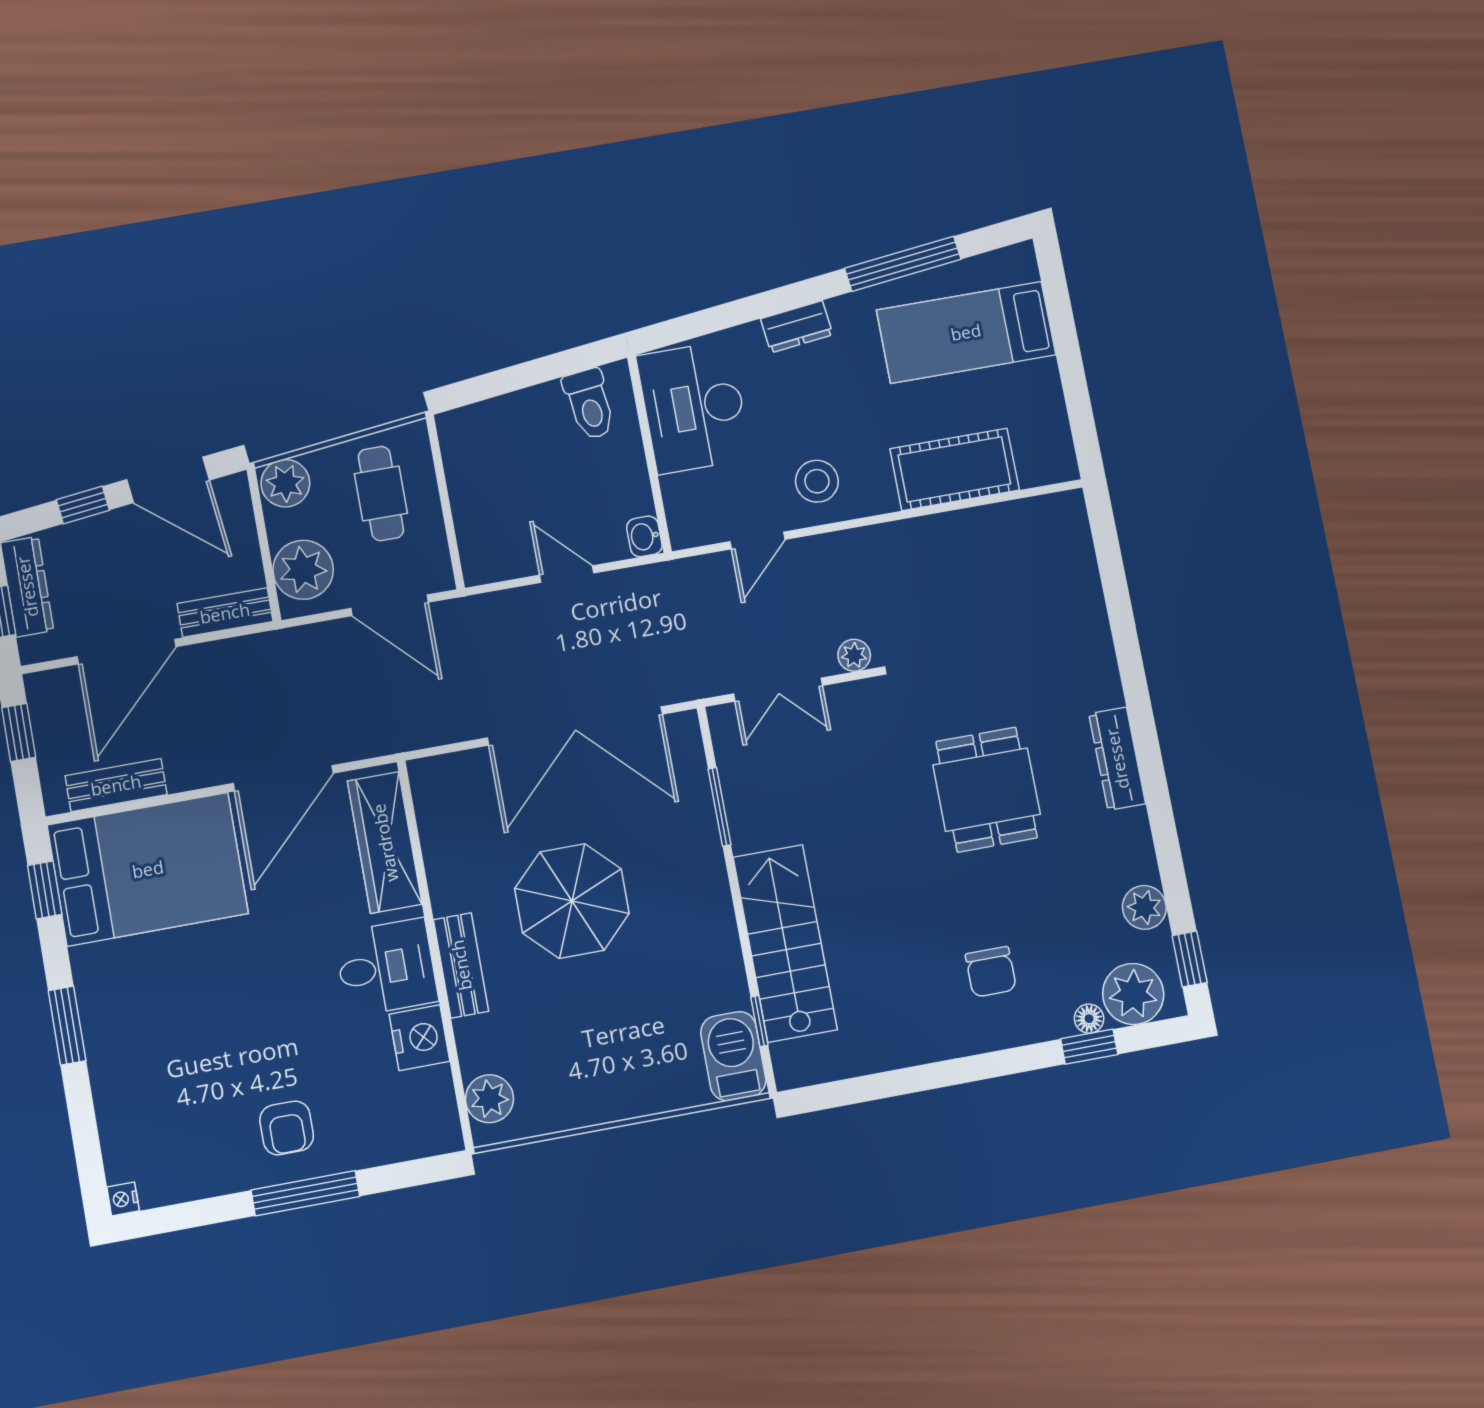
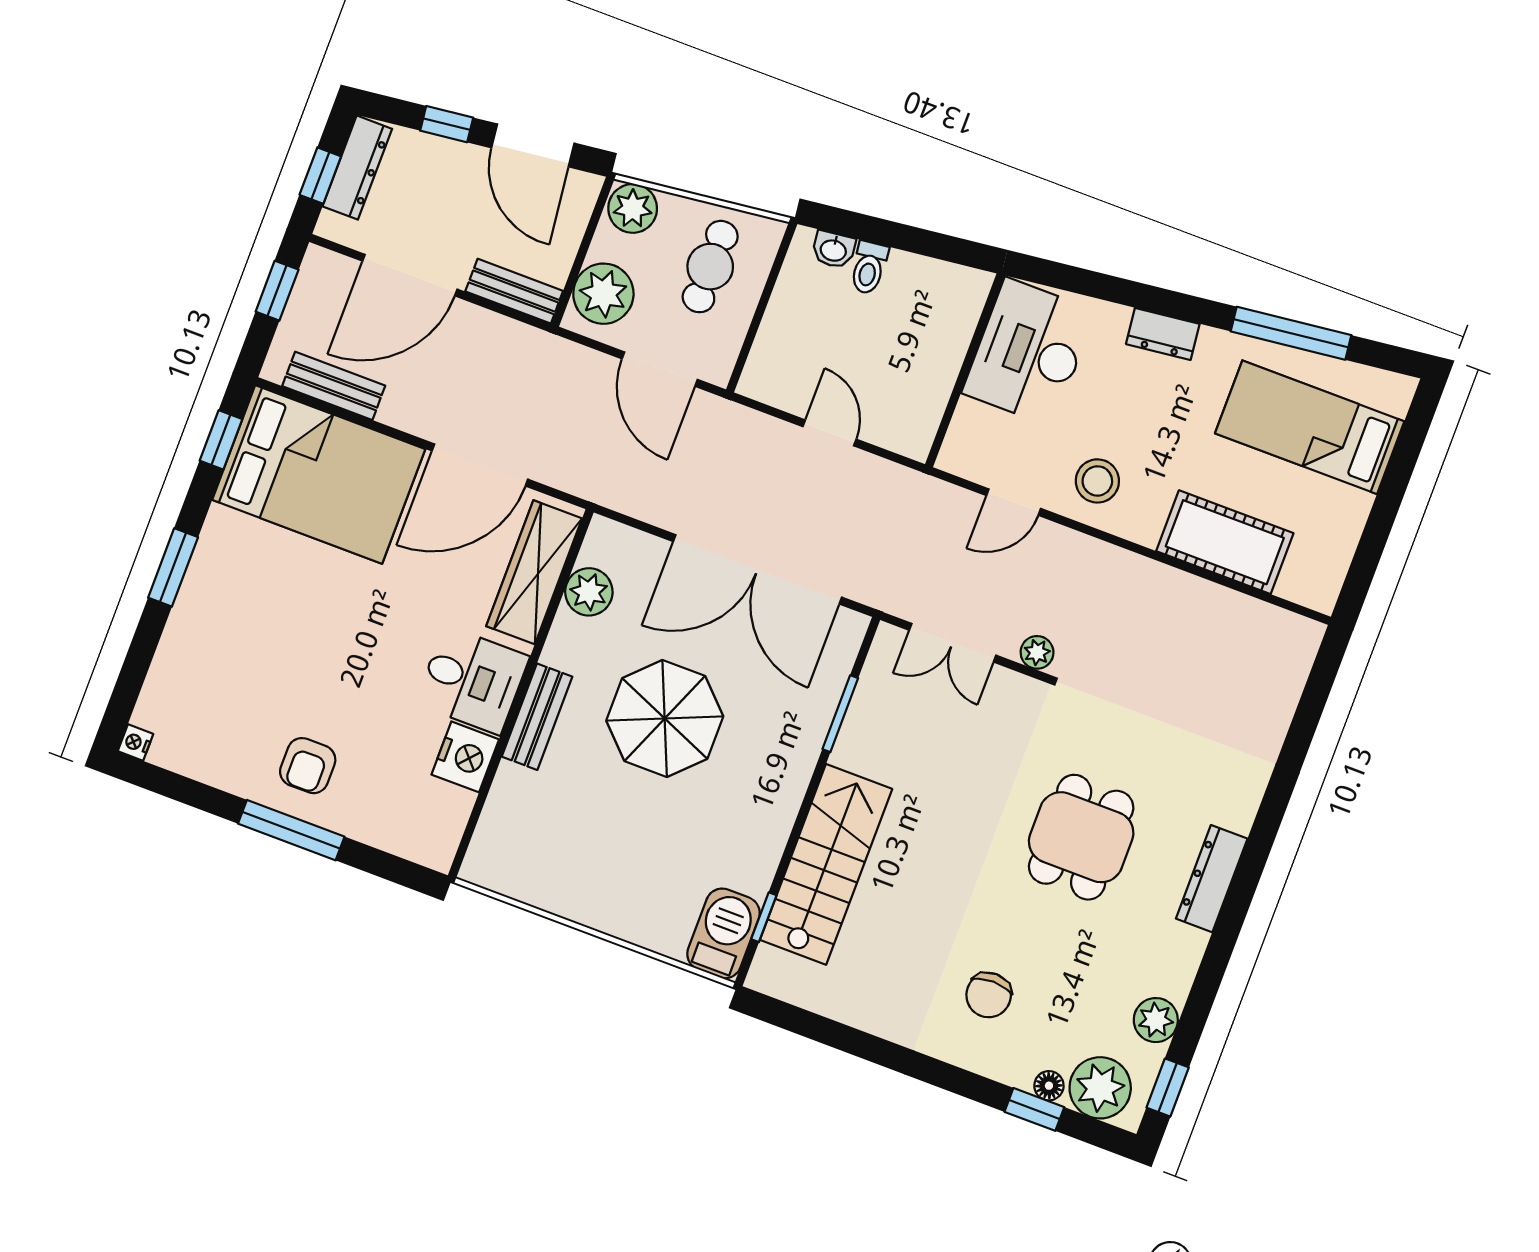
toilet: (590, 404) -> (869, 268), moved, width x0.73, depth x0.72
washbasin: (644, 536) -> (833, 250), moved, turned -97
plant: (489, 1099) -> (589, 592), moved

